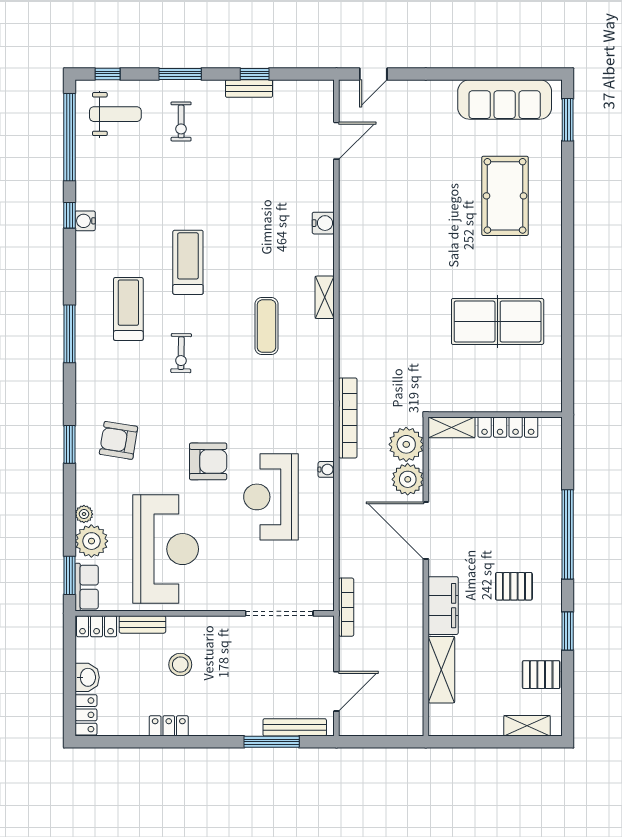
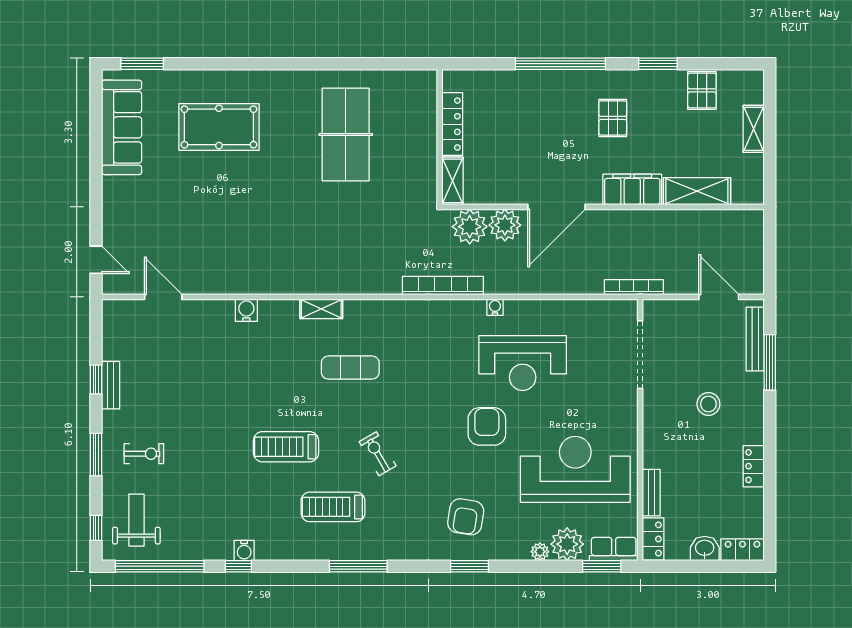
exercise bike: (181, 353) -> (378, 454), turned -121
stool: (180, 665) -> (708, 404), moved
shelving: (527, 726) -> (754, 129), moved

